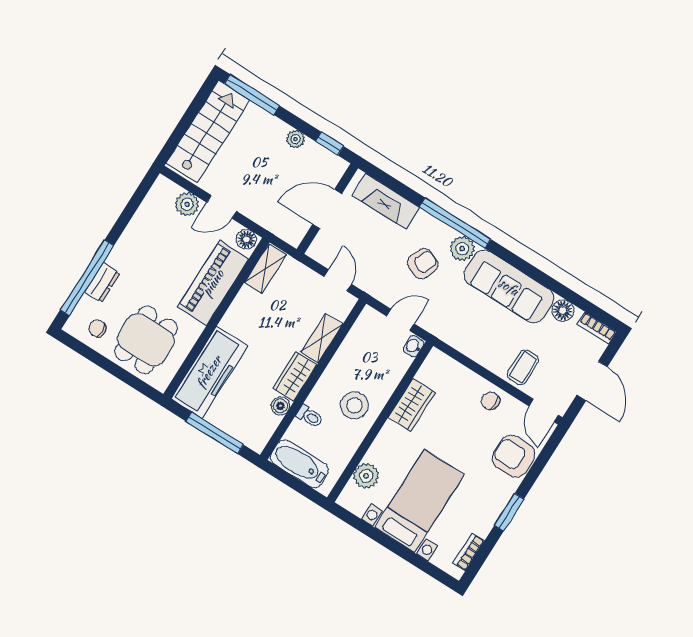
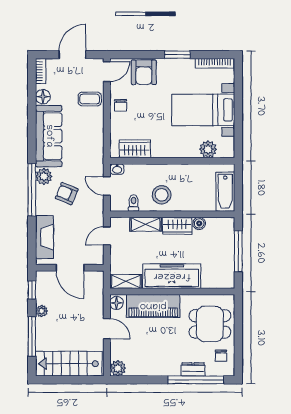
window: (252, 95) -> (32, 336), moved
plant: (187, 204) -> (118, 368), moved
freezer: (209, 372) -> (172, 276), moved
stool: (354, 405) -> (162, 195), moved
wardrobe: (412, 405) -> (135, 149), moved
toilet: (310, 416) -> (133, 203), moved
bookcase: (469, 552) -> (215, 63), width x1.56

